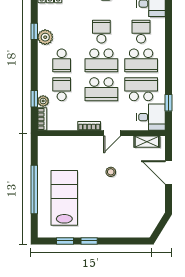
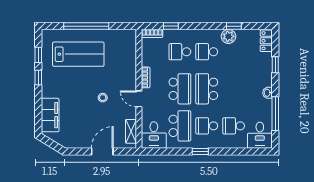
school desk: (101, 32) -> (234, 89), removed
school desk: (141, 32) -> (234, 126), turned 180
school desk: (141, 60) -> (207, 126), width x0.54
school desk: (62, 89) -> (180, 52), turned 180
school desk: (101, 89) -> (180, 89), turned 180
plant: (43, 101) -> (169, 34), removed
window: (169, 103) -> (200, 152), moved
filing cabinet: (129, 228) -> (50, 115), added

